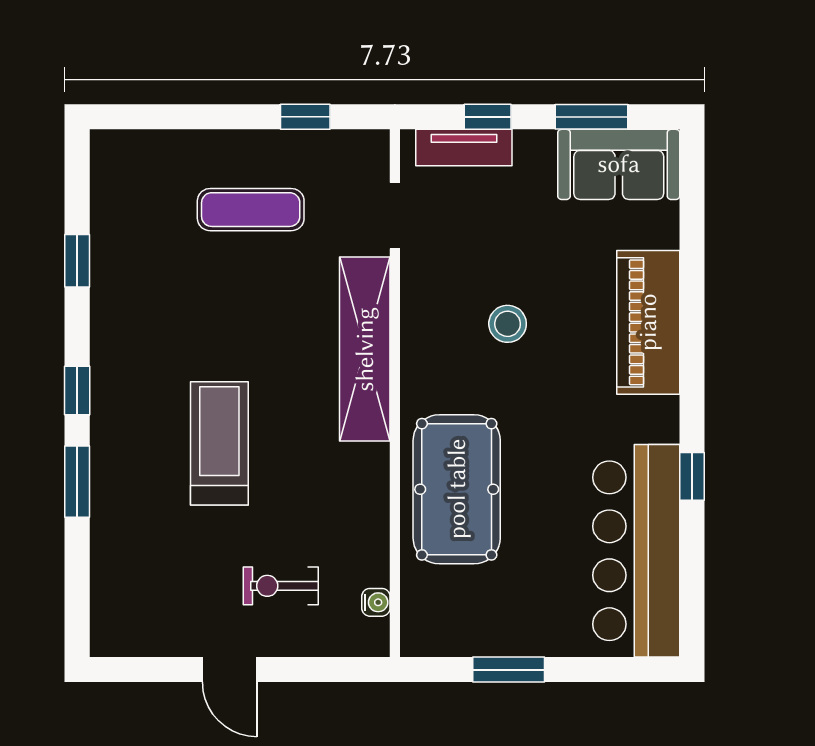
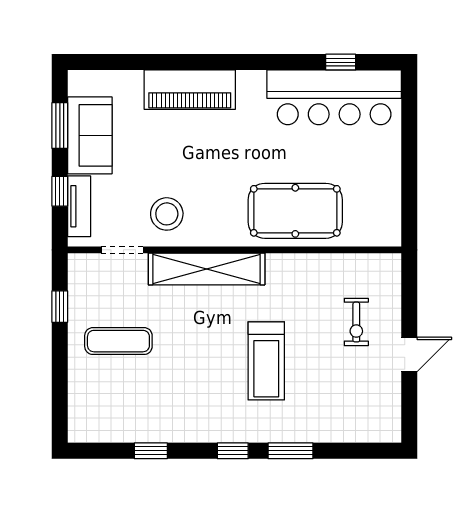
sofa: (619, 164) -> (90, 135), moved
exercise mat: (251, 210) -> (118, 341), turned 90
stool: (508, 324) -> (167, 214), moved, width x1.38, depth x1.38
treadmill: (219, 443) -> (266, 361), turned -90
window: (692, 476) -> (341, 62), moved
water cooler: (376, 602) -> (367, 262), removed
window: (509, 670) -> (409, 178), removed

